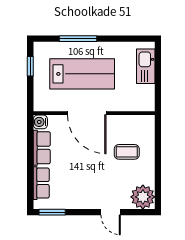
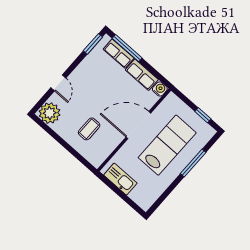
kitchen sink: (146, 66) -> (120, 179), moved
lab bench: (82, 74) -> (167, 145), turned 180
window: (30, 180) -> (127, 48), added
door: (111, 212) -> (58, 83), swing flipped

